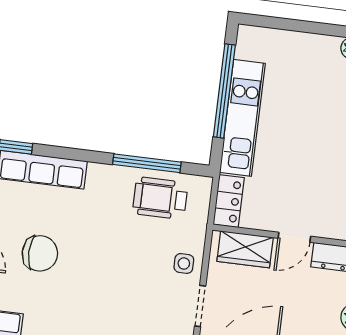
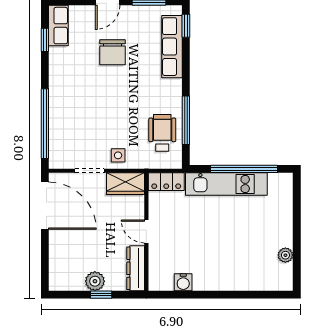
wardrobe: (245, 249) -> (126, 184), moved, turned -90

